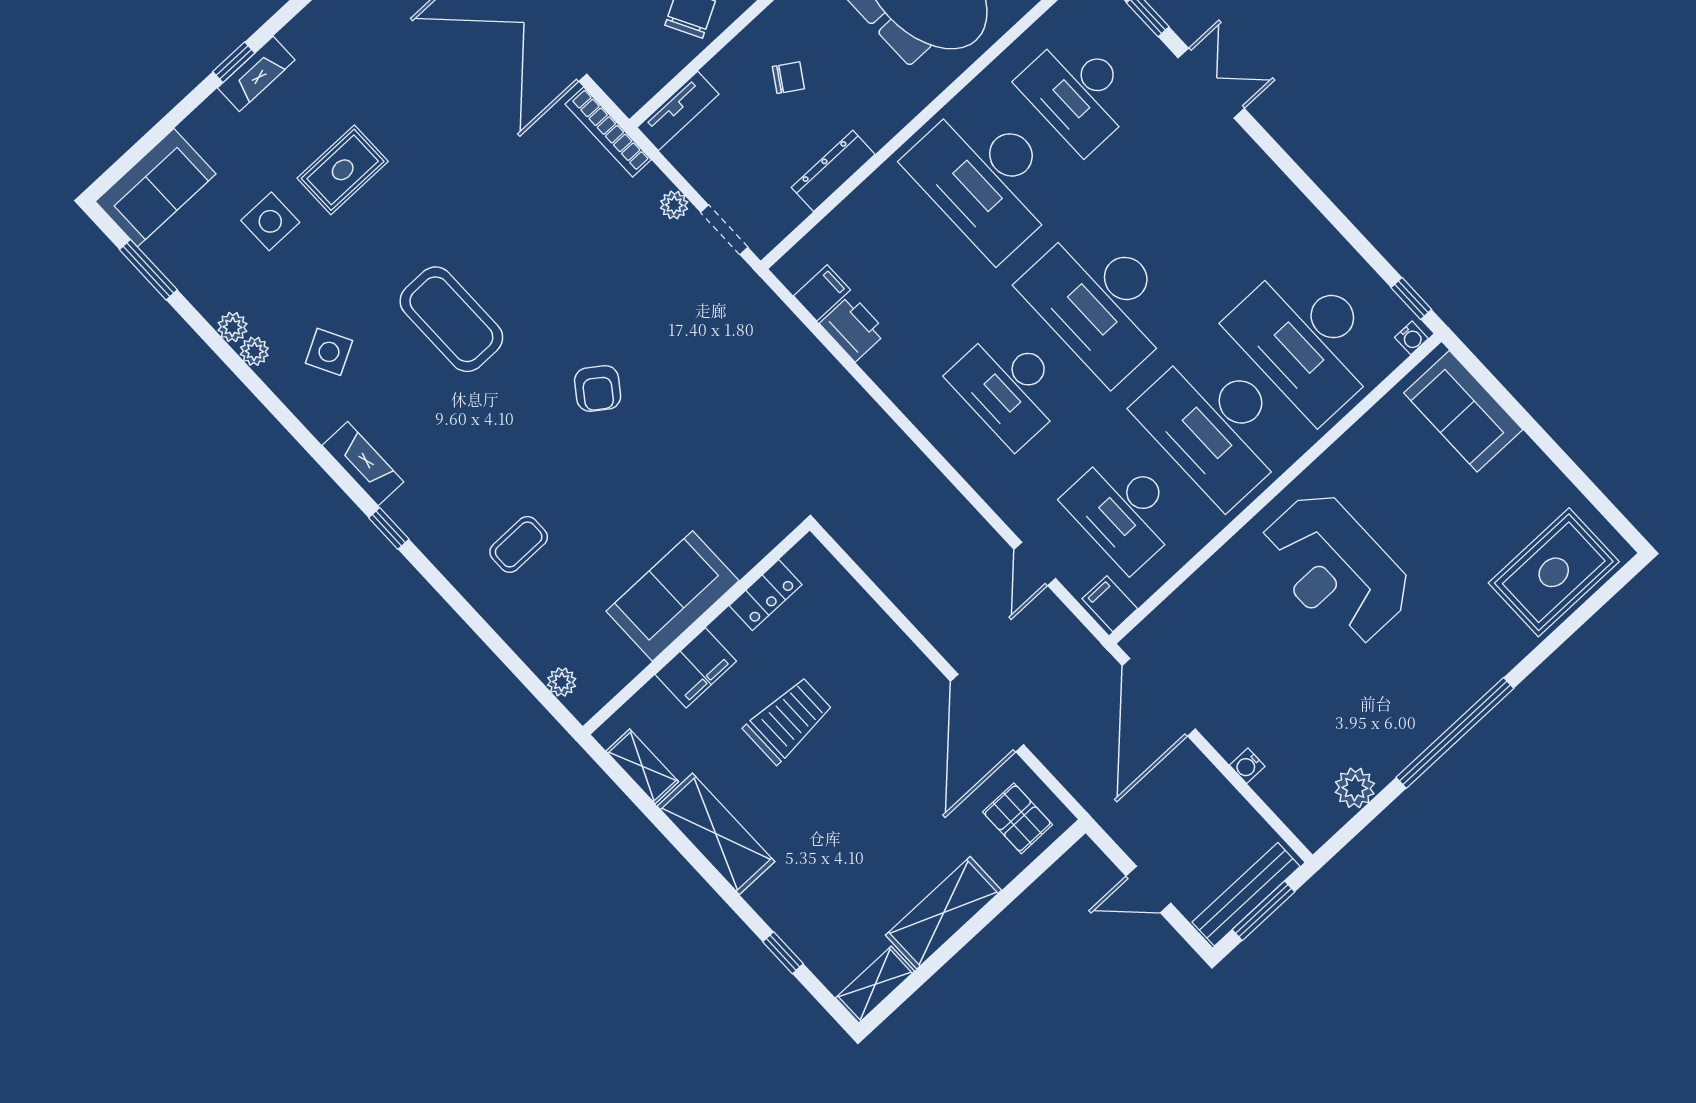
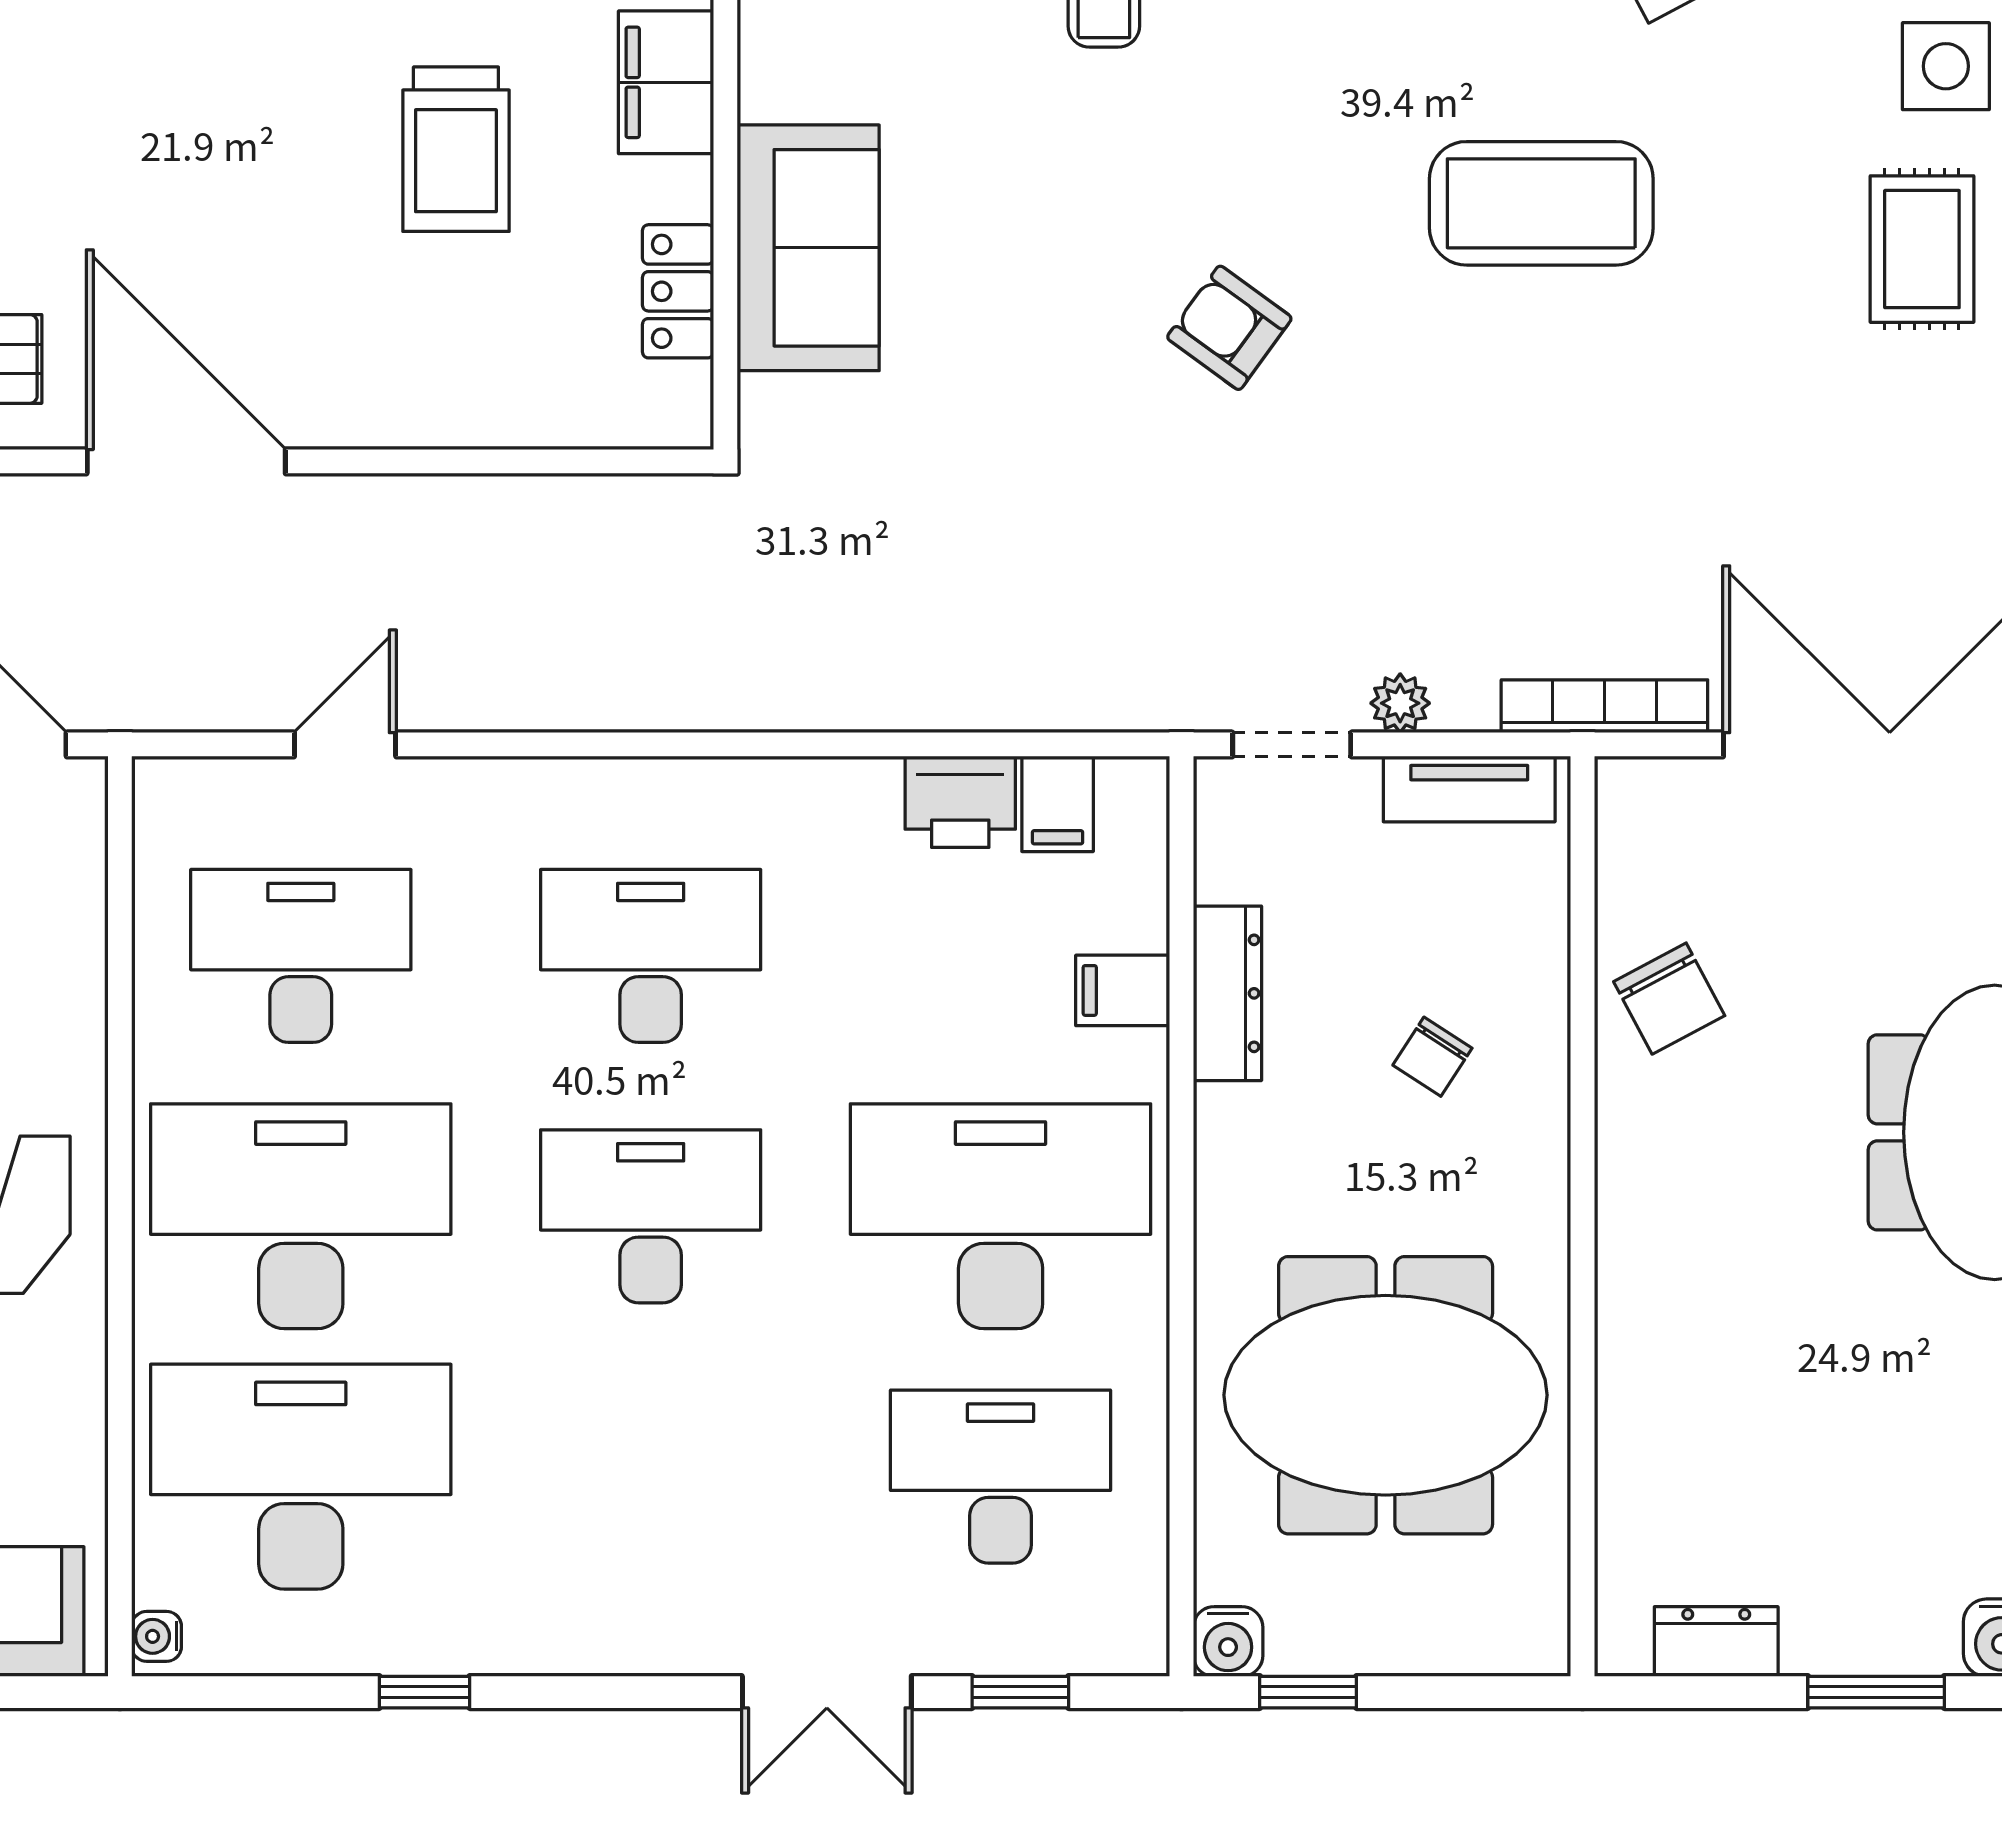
tv unit: (678, 111) -> (1469, 789), moved, turned -90
window: (1411, 298) -> (425, 1692), moved
desk: (1101, 301) -> (651, 1216), width x0.73, depth x0.77
door: (1035, 564) -> (345, 744), hinge flipped
sofa: (673, 596) -> (808, 248), moved
filing cabinet: (1110, 604) -> (1123, 990), moved, turned 180

